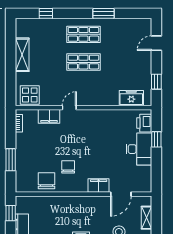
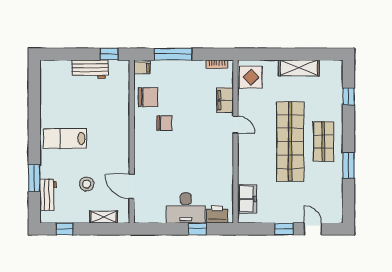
shop shelf: (83, 62) -> (290, 142), width x2.00, depth x1.36
window: (156, 82) -> (284, 229), moved
window: (11, 160) -> (173, 54), width x1.44
filing cabinet: (99, 186) -> (142, 68), moved, width x0.50

